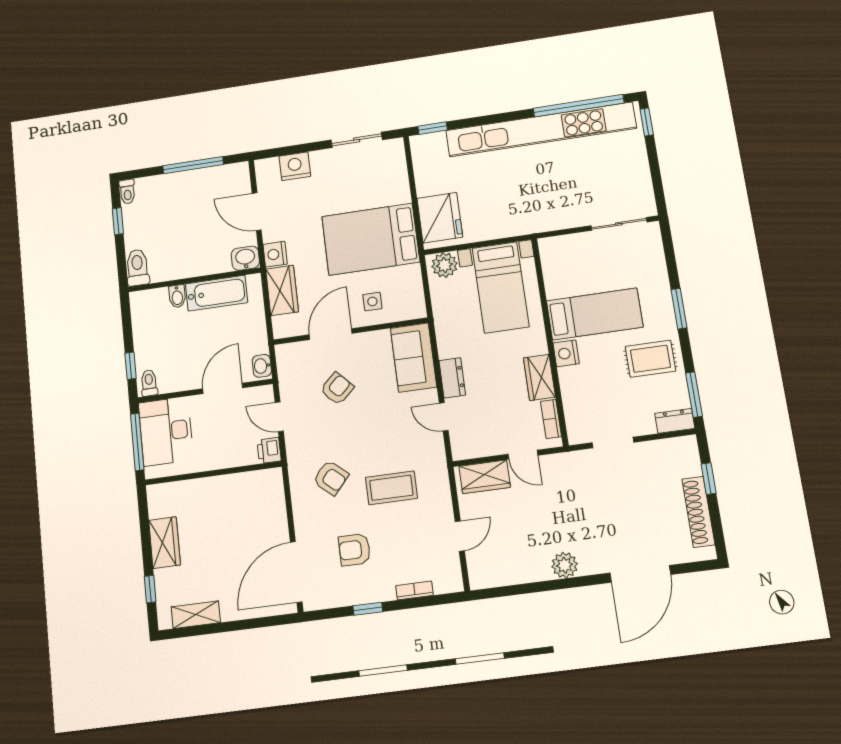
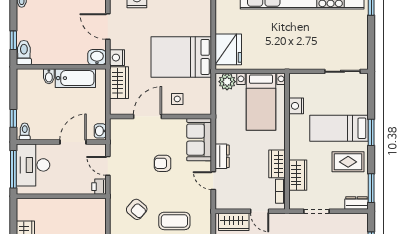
window: (118, 221) -> (13, 40), moved
bed: (595, 314) -> (339, 128), moved, turned 180
nightstand: (566, 353) -> (296, 106), moved
armchair: (337, 389) -> (163, 163), moved, turned -137
wardrobe: (574, 390) -> (298, 175), added

